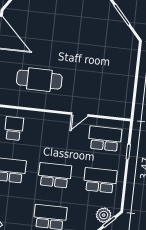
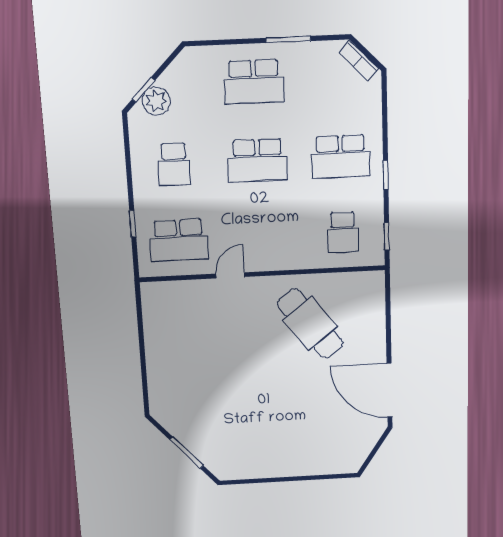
cafe table: (39, 80) -> (310, 324), turned 52
school desk: (100, 180) -> (174, 164), width x0.54

